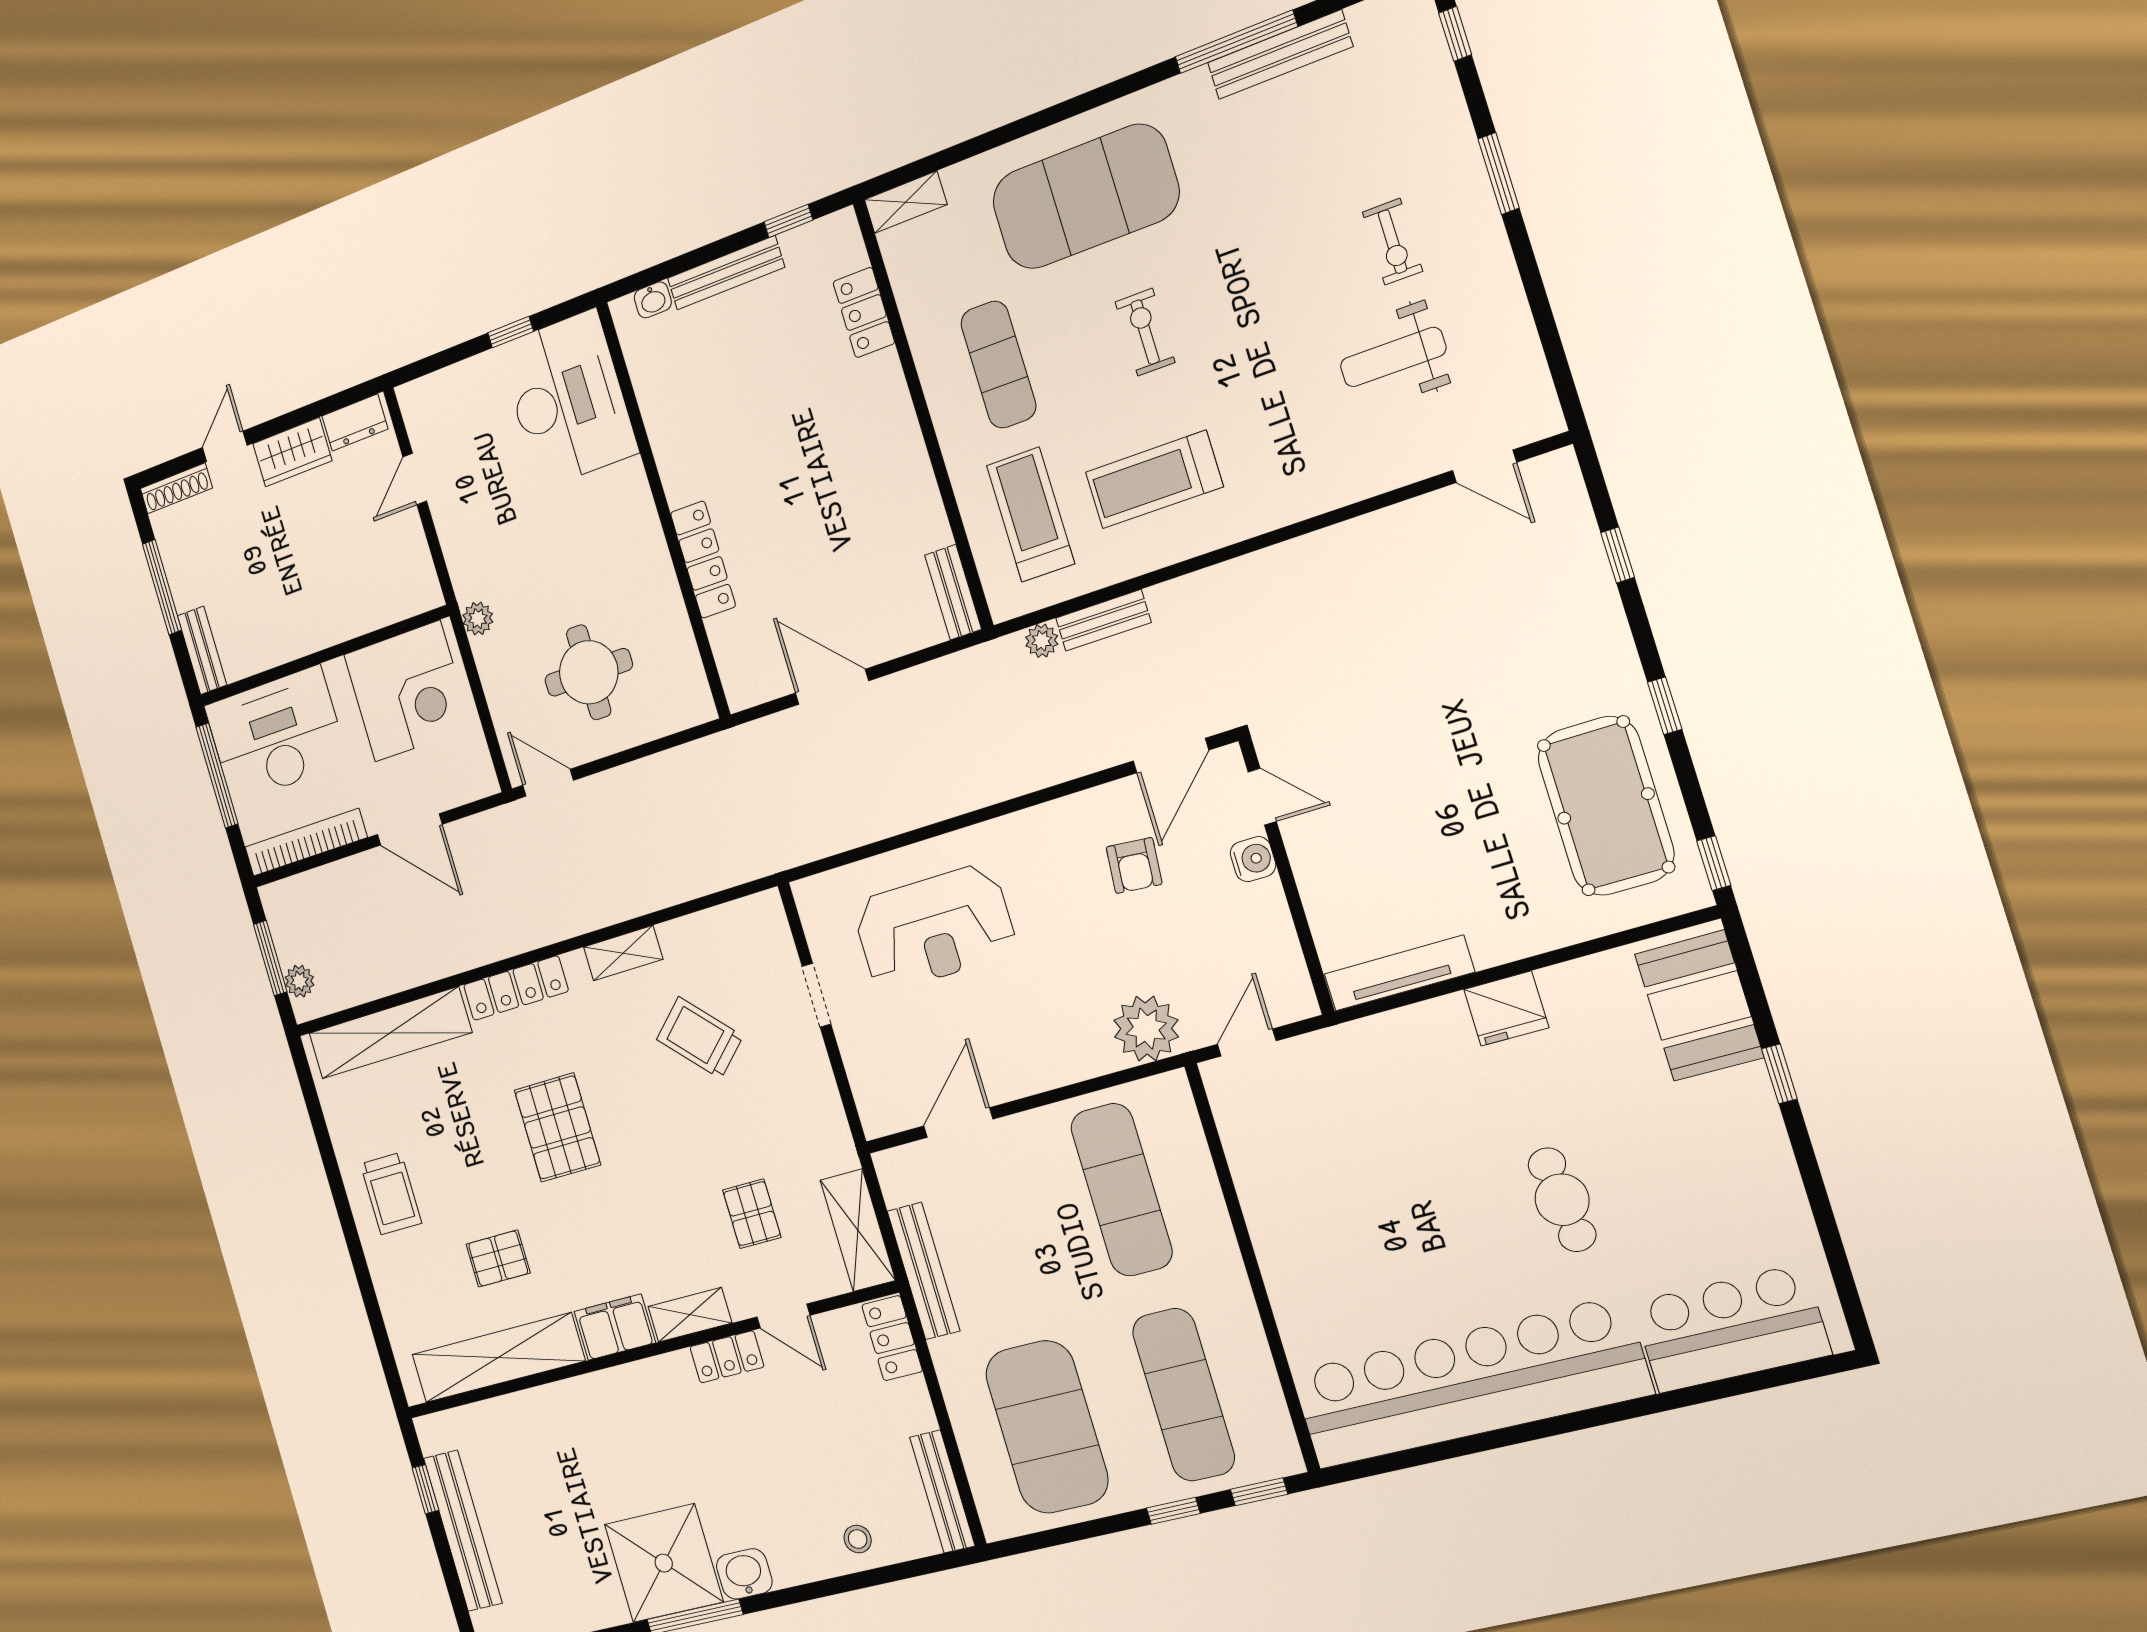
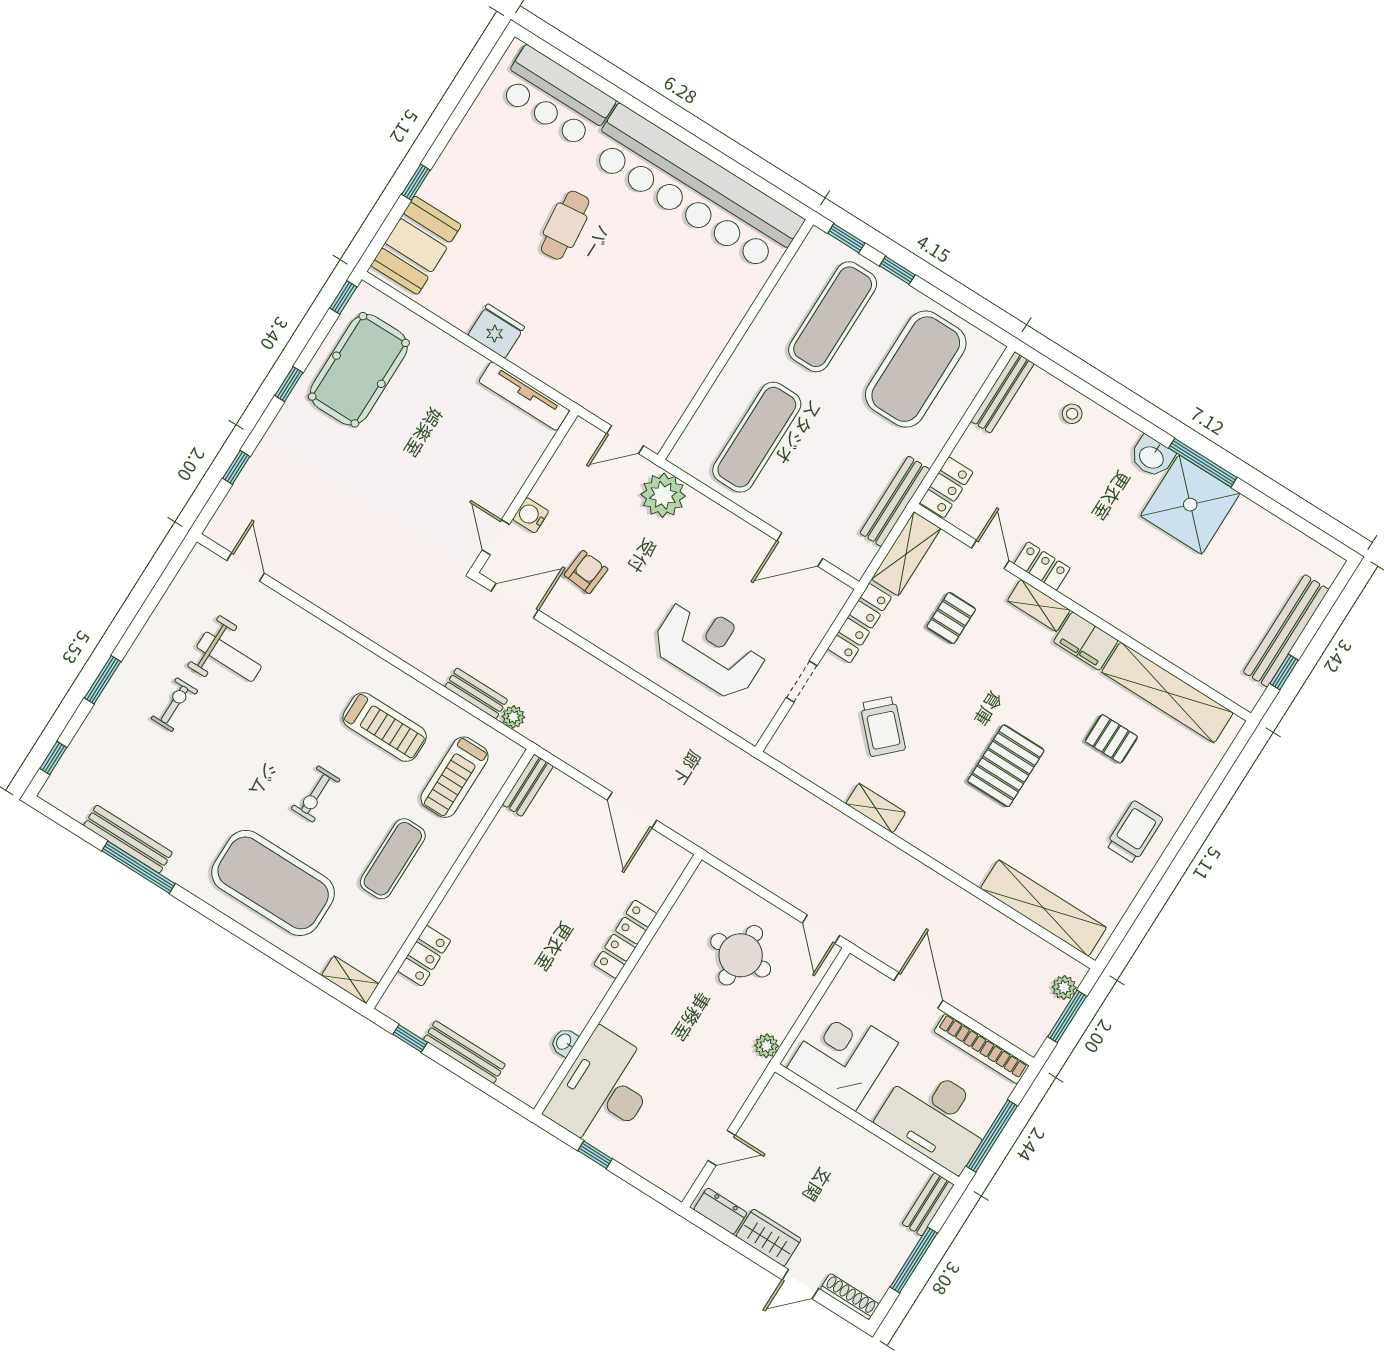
washbasin: (653, 300) -> (564, 1042), moved, turned -90
locker: (516, 988) -> (860, 623), moved, turned 90

